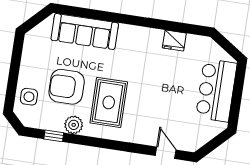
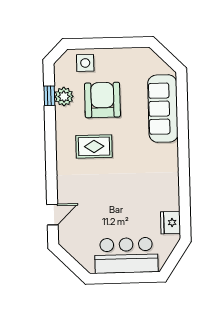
fridge: (174, 41) -> (171, 223), moved
rug: (109, 102) -> (94, 146), width x0.73, depth x0.70
plant: (74, 125) -> (64, 97), moved

